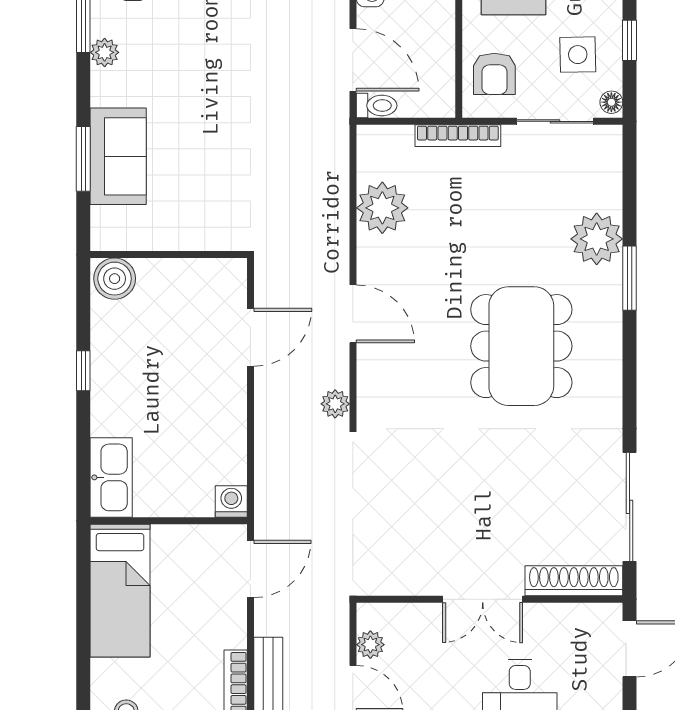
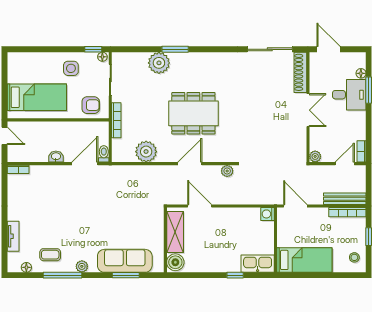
window: (630, 40) -> (93, 49), moved
side table: (578, 55) -> (71, 68), moved
sofa: (118, 156) -> (125, 261), width x1.36
shelving: (188, 278) -> (175, 232), added
dining table: (521, 346) -> (193, 113), moved
window: (83, 371) -> (235, 275), moved
plant: (370, 645) -> (315, 156), moved

